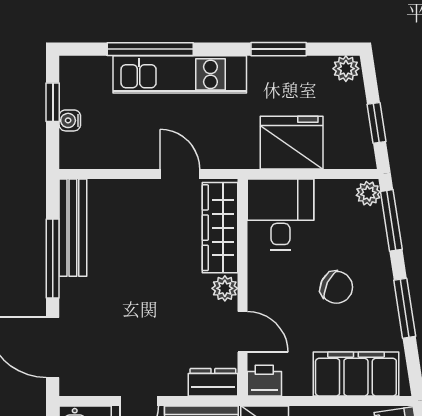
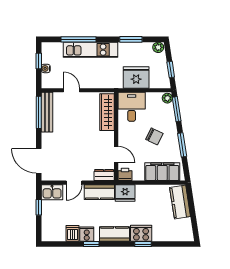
door: (180, 174) -> (72, 90), moved
window: (53, 259) -> (39, 112), moved
plant: (225, 288) -> (109, 137), removed

